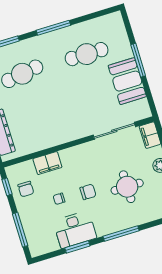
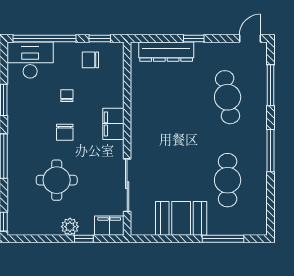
window: (138, 60) -> (223, 239), moved
filing cabinet: (47, 163) -> (113, 124), moved
desk: (75, 229) -> (30, 60), moved, turned 90
window: (20, 230) -> (45, 39), width x1.46

